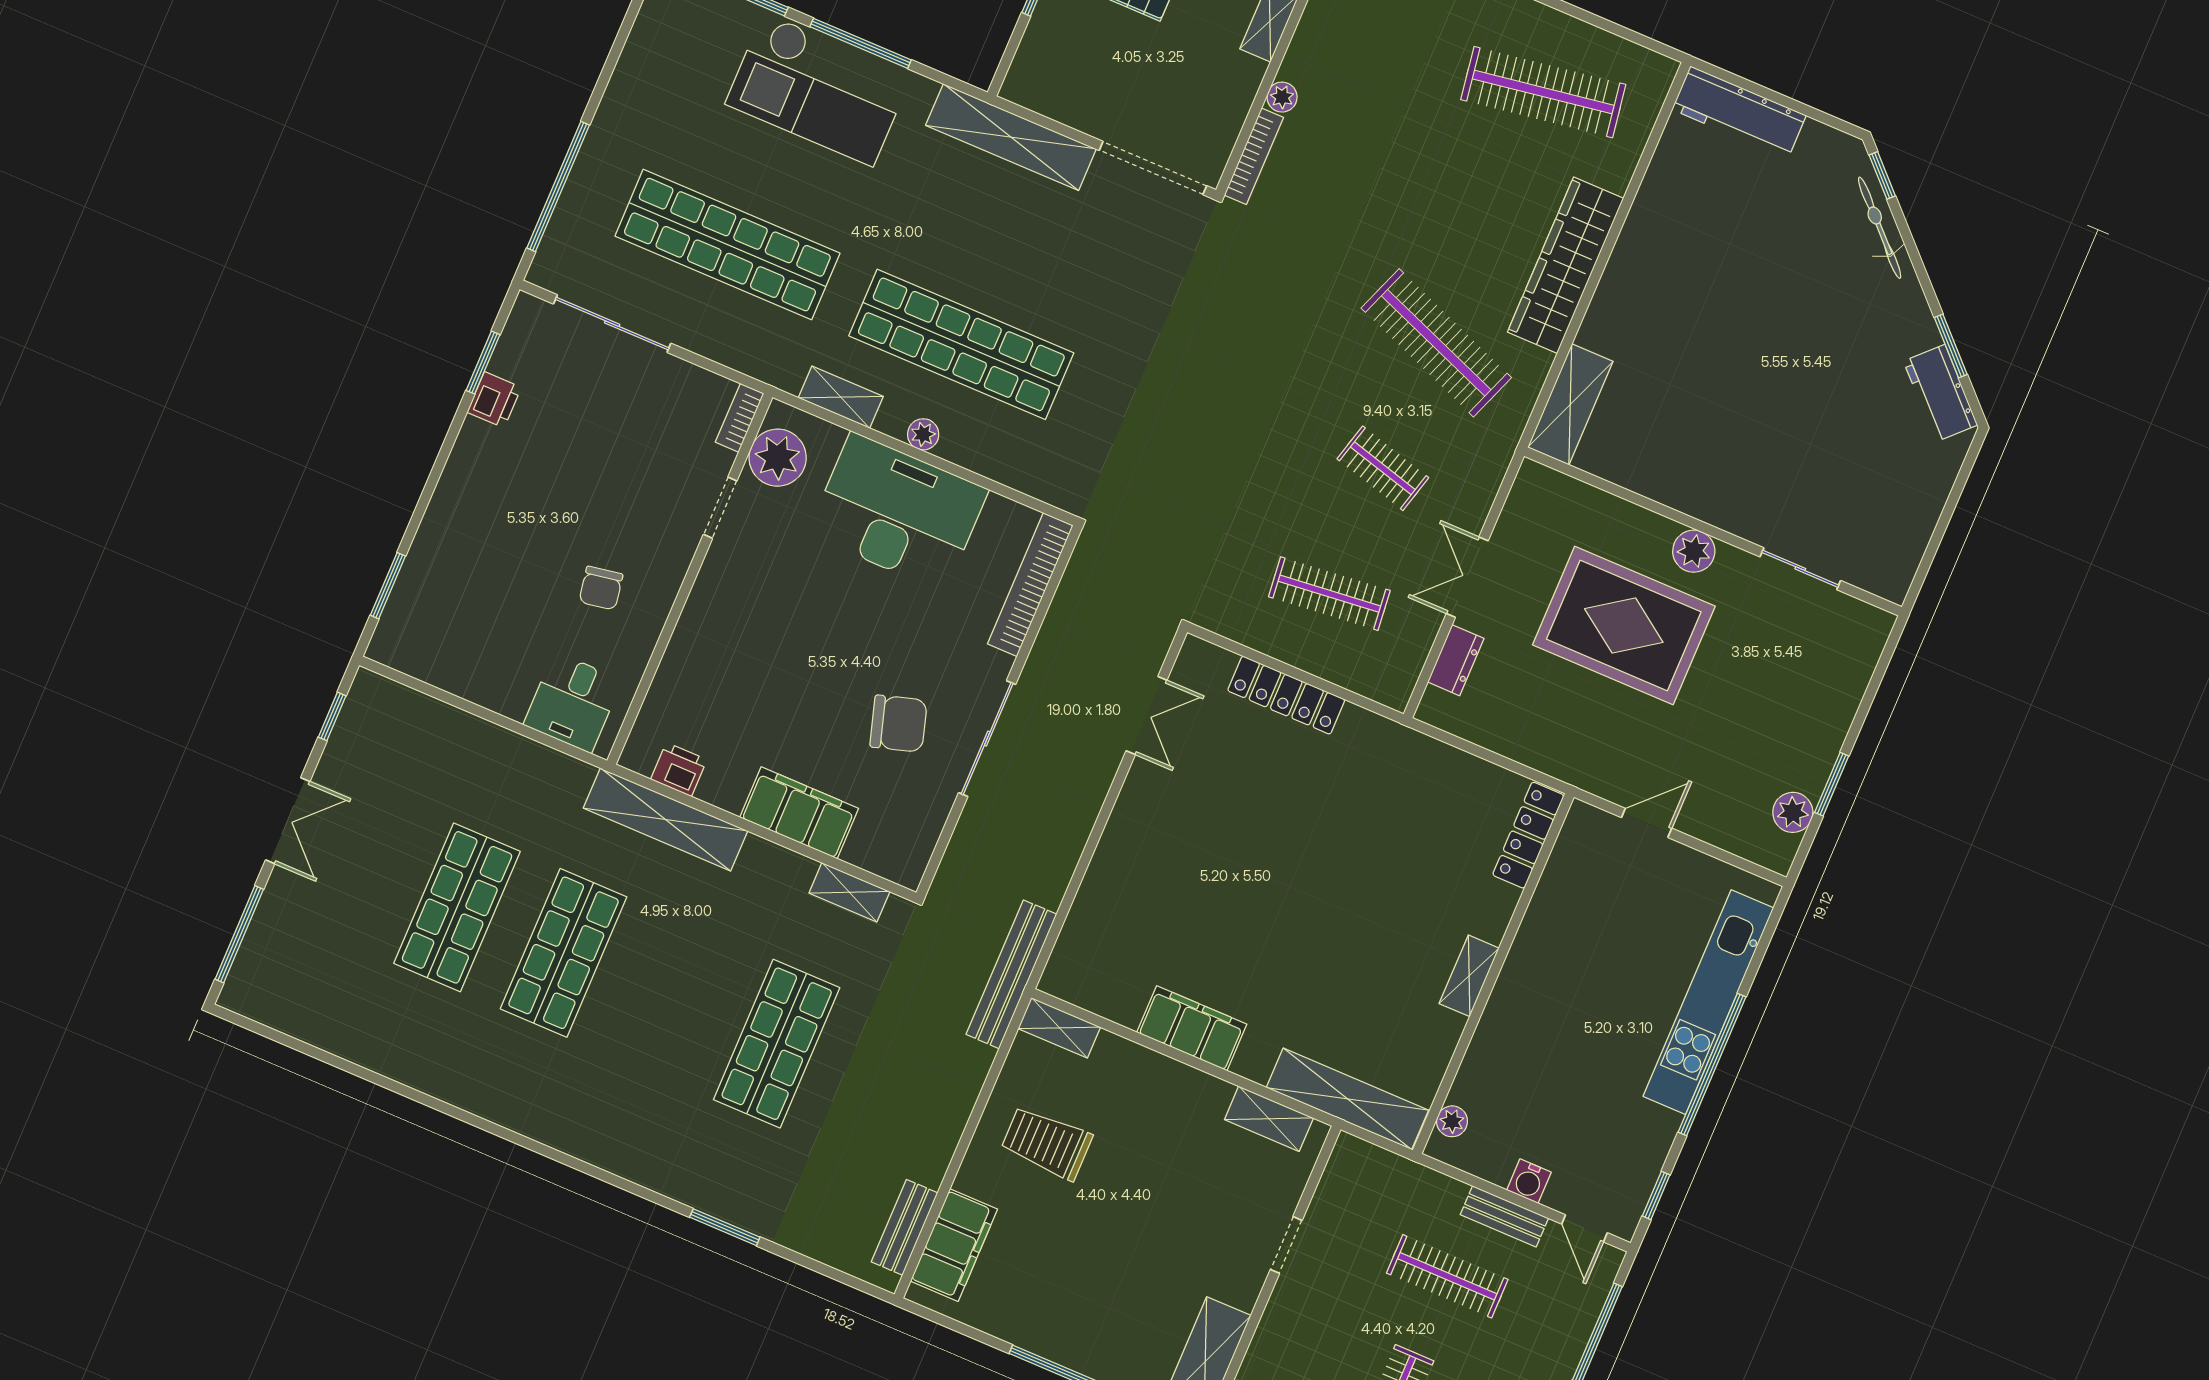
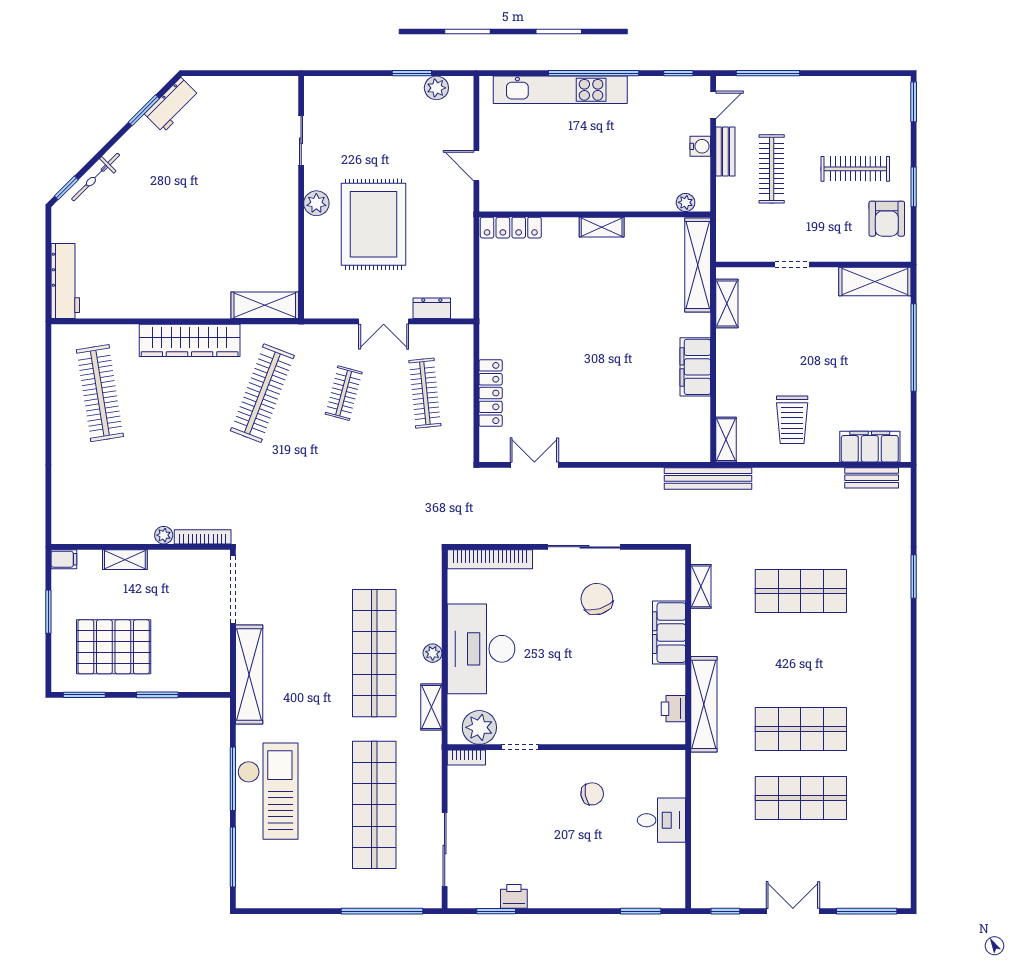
desk: (573, 702) -> (661, 820), moved

